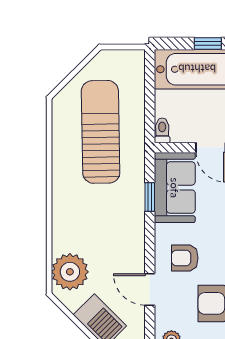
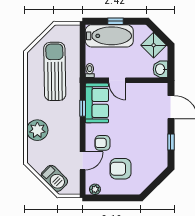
plant: (70, 272) -> (37, 130), moved
door: (150, 290) -> (83, 161), swing flipped

